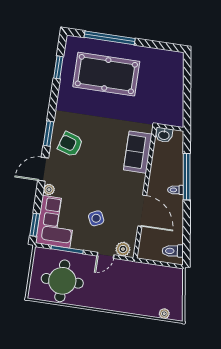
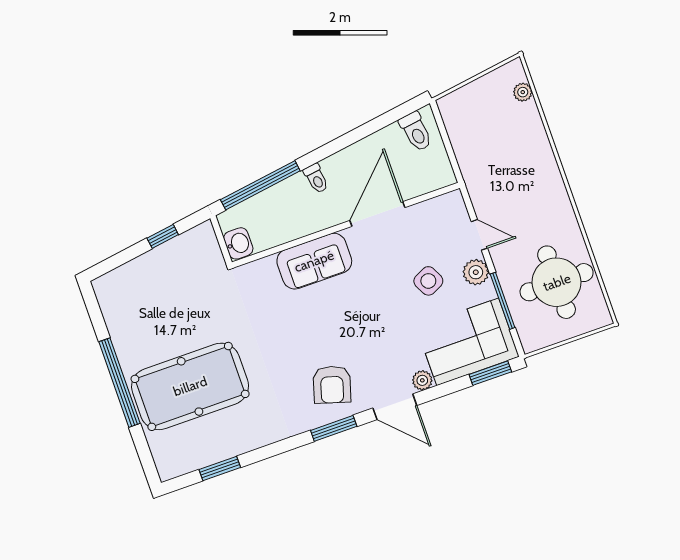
window: (110, 38) -> (119, 383), moved
pool table: (106, 74) -> (190, 386), turned 90
window: (187, 100) -> (163, 236), added
sofa: (138, 152) -> (314, 261), moved
window: (187, 177) -> (260, 185), moved
plant: (123, 249) -> (476, 272), moved

